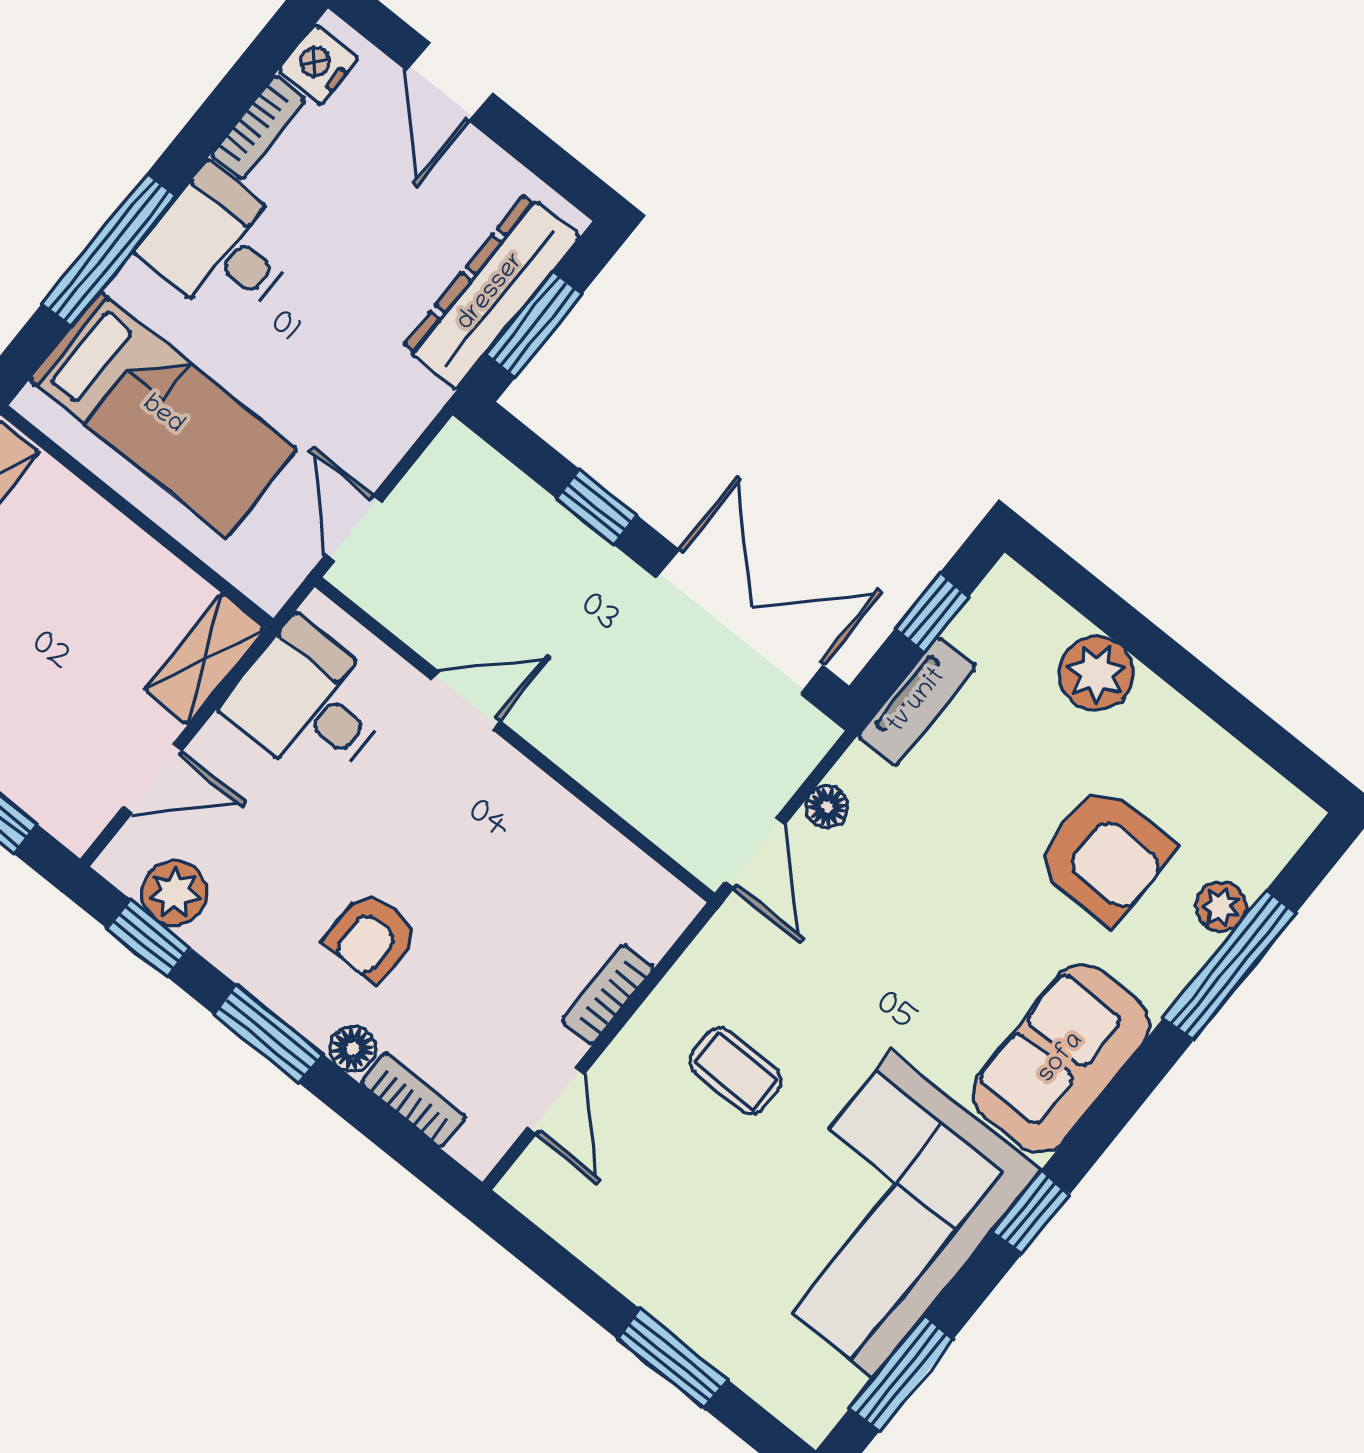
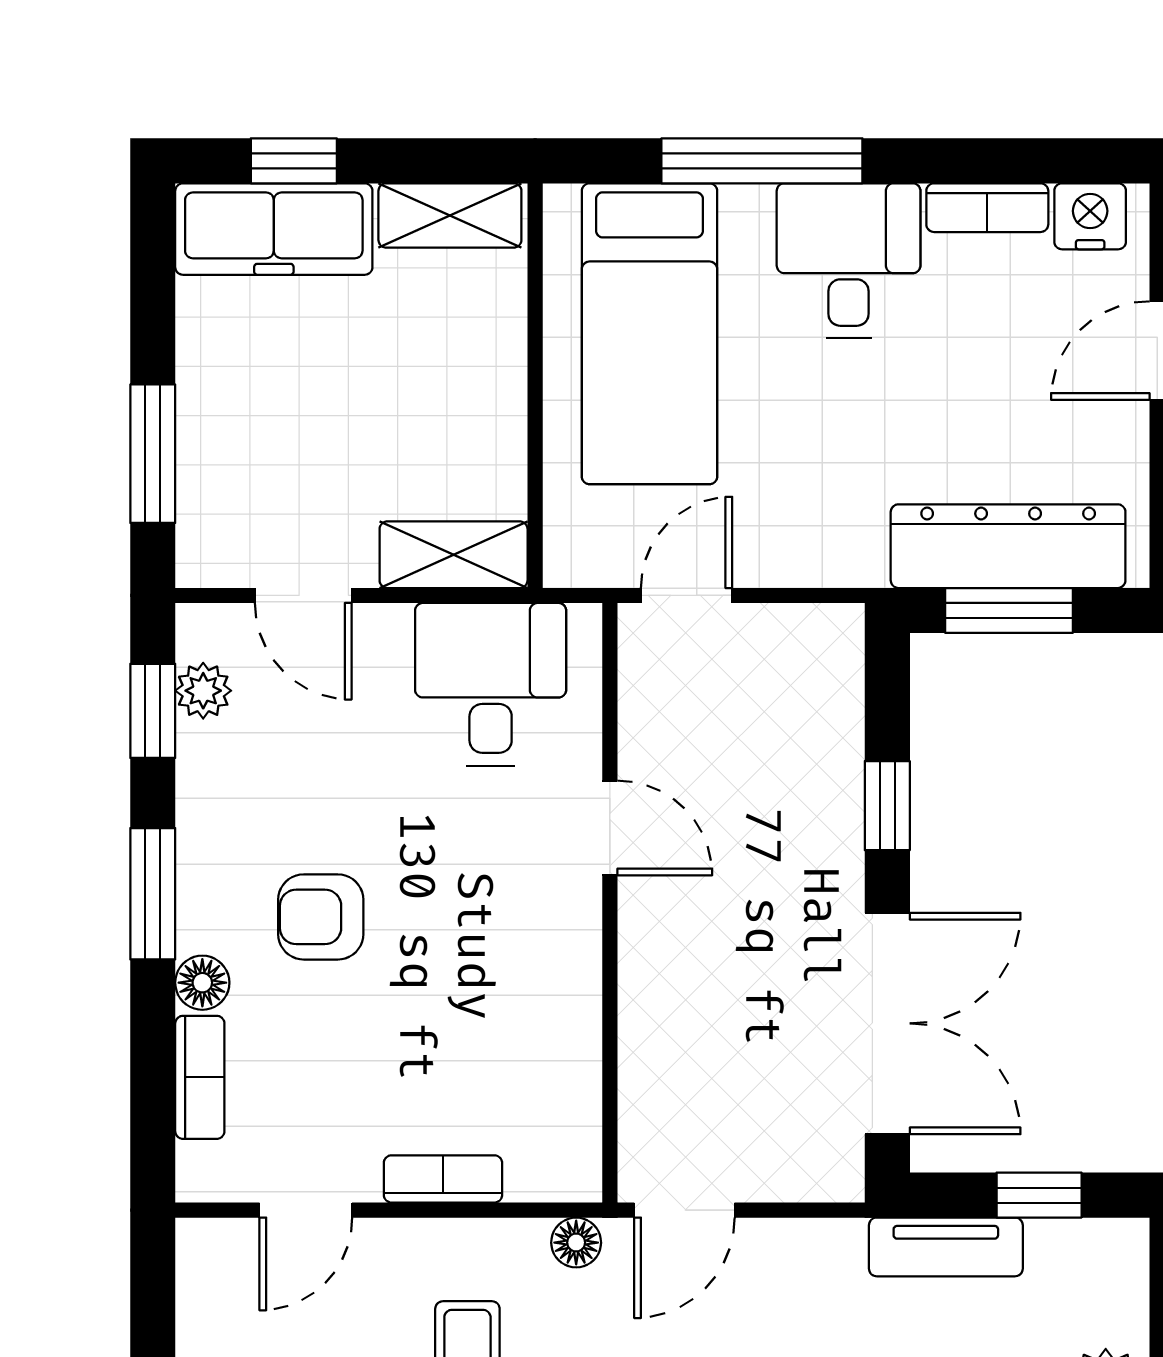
floor lamp: (827, 807) -> (576, 1243), moved
plant: (174, 893) -> (203, 691), width x0.73, depth x0.73

